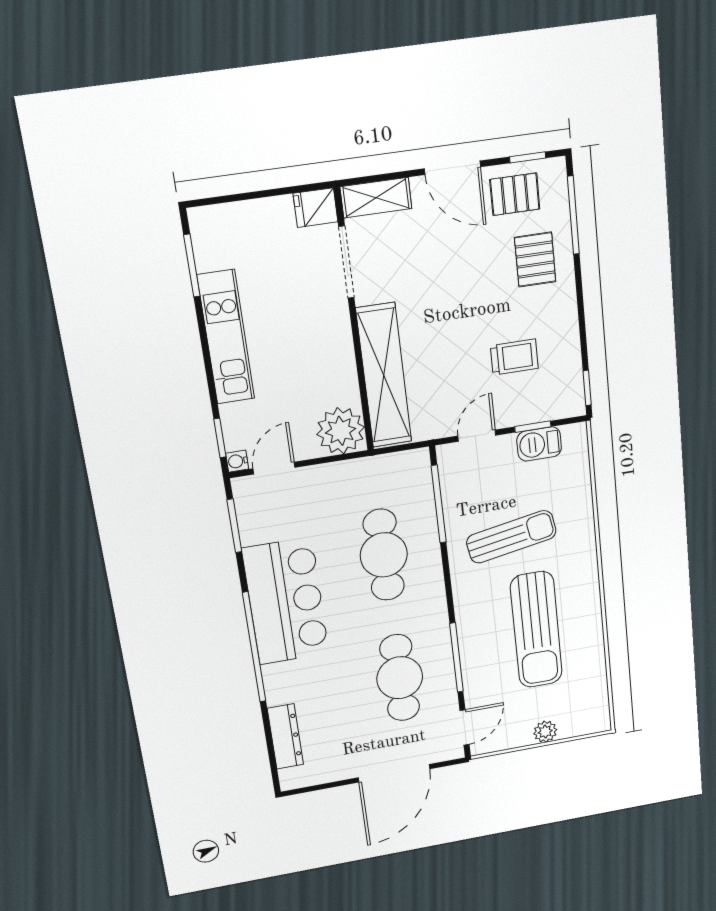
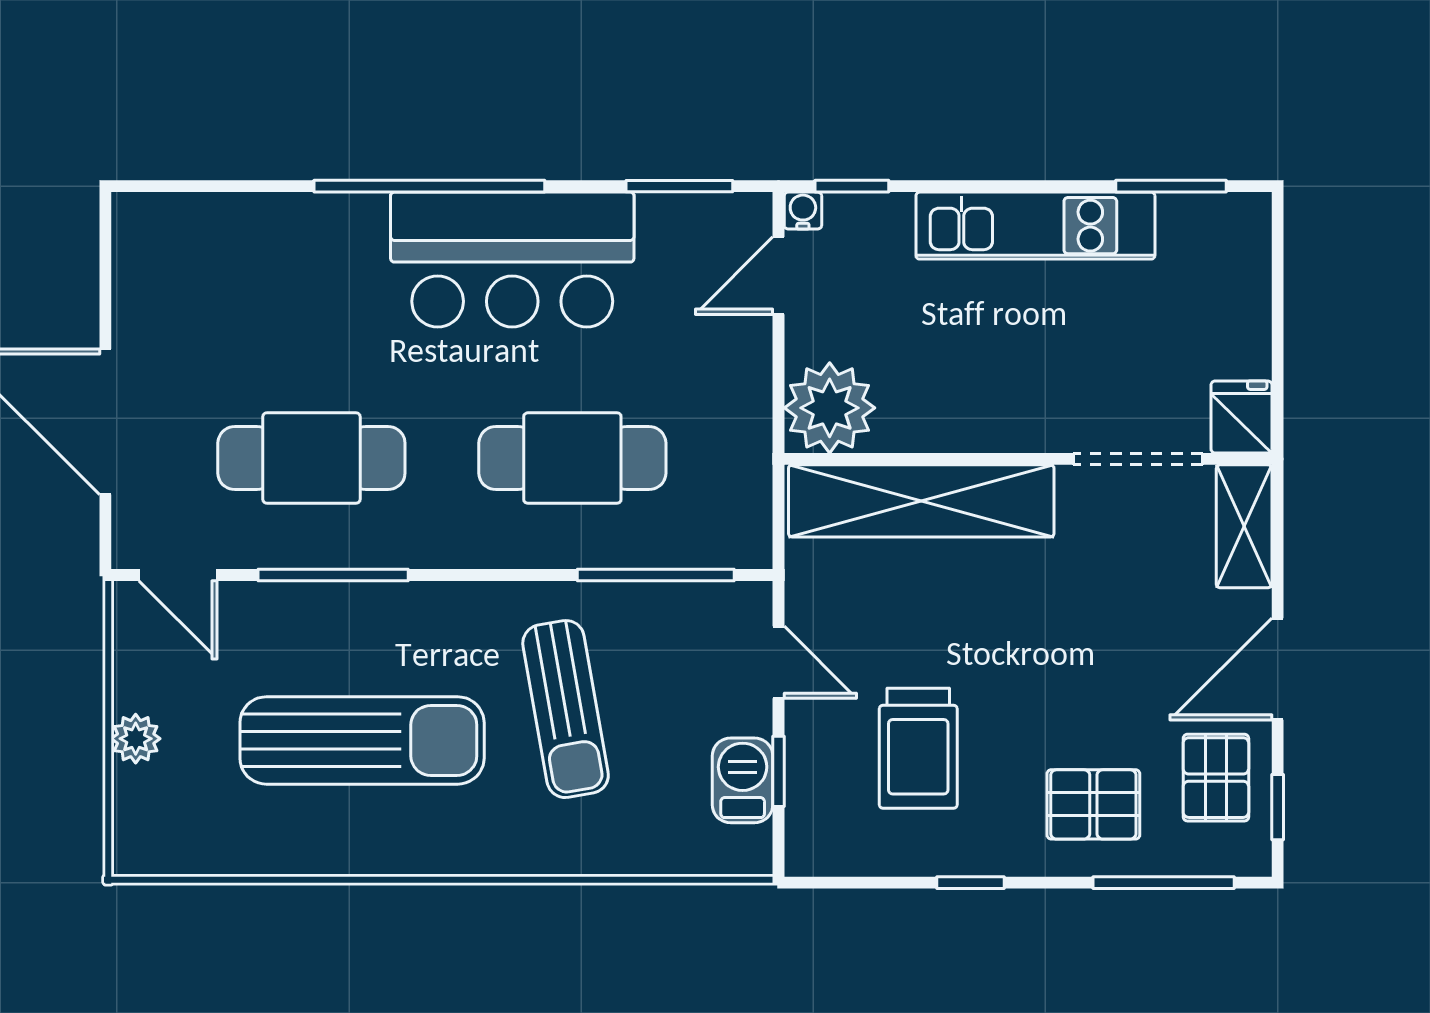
trolley: (514, 357) -> (918, 748), width x1.36, depth x1.39
window: (587, 388) -> (971, 883), moved
door: (274, 468) -> (779, 276), swing flipped
sun lounger: (536, 630) -> (362, 740), turned 180
dresser: (285, 737) -> (230, 218), removed

